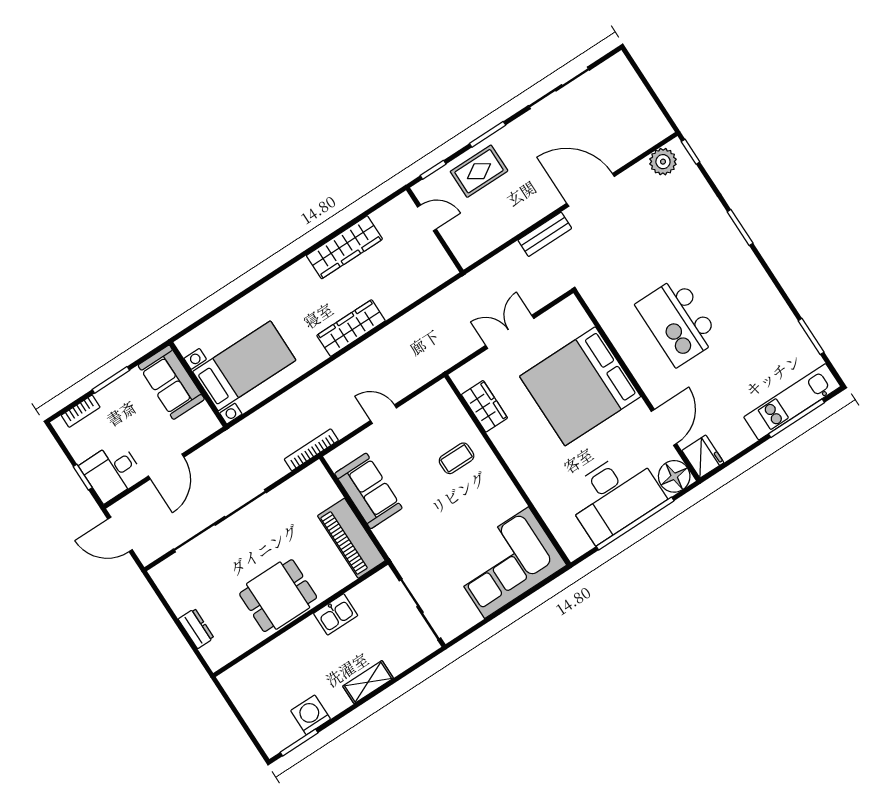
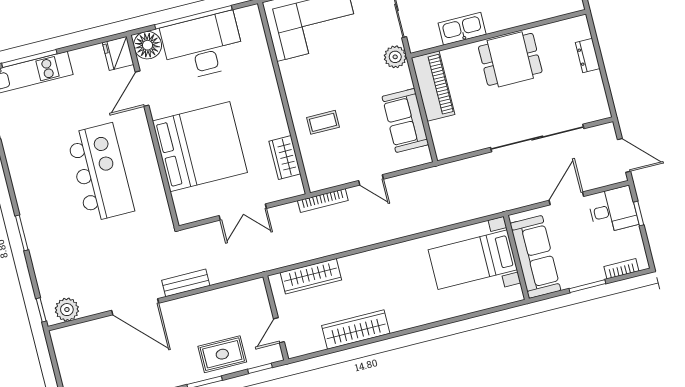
door: (427, 218) -> (279, 330), hinge flipped
kitchen island: (678, 322) -> (100, 173), width x1.37
wardrobe: (351, 328) -> (311, 276), moved
sofa: (171, 382) -> (535, 257), width x1.36
bookcase: (311, 450) -> (323, 201), moved
plant: (403, 556) -> (395, 57), added
kitchen sink: (336, 614) -> (462, 29), width x1.38

